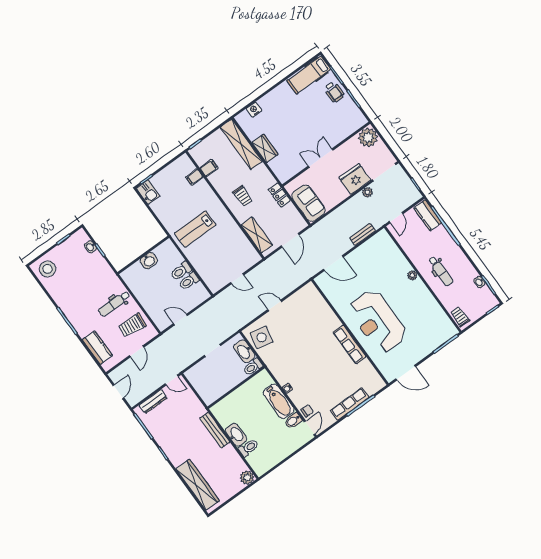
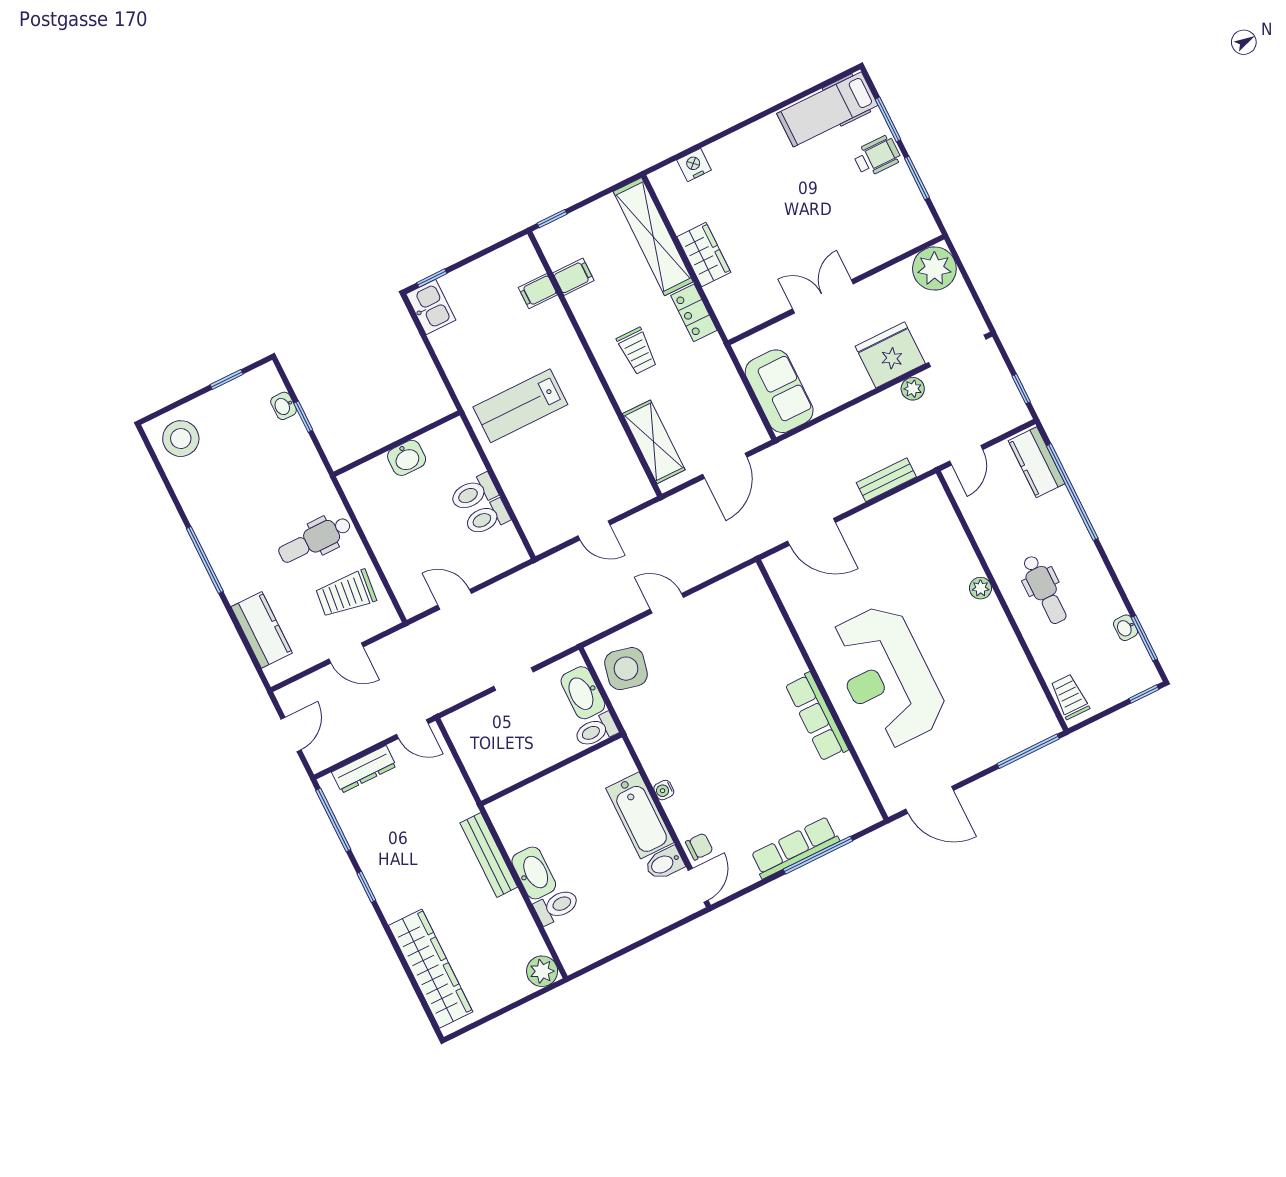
wheelchair: (334, 92) -> (877, 156), turned -90
locker: (279, 195) -> (694, 313), moved
door: (137, 351) -> (346, 653), hinge flipped

